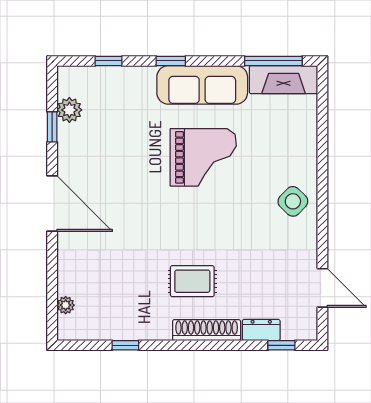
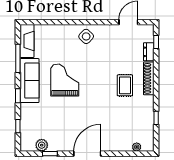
window: (273, 61) -> (18, 58), moved

